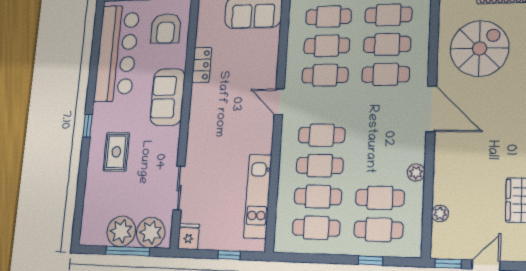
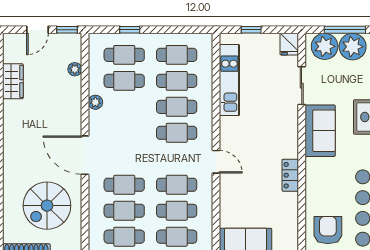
locker: (202, 65) -> (290, 175), moved
sofa: (168, 97) -> (320, 131), moved

